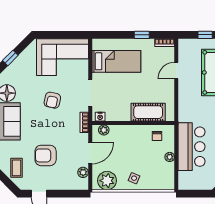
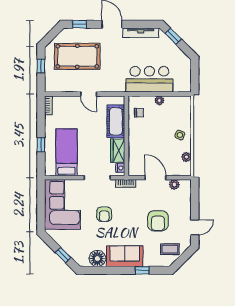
window: (142, 35) -> (41, 145), moved
door: (176, 71) -> (89, 94), moved
armchair: (52, 100) -> (104, 214), turned 78
wardrobe: (118, 114) -> (118, 151), added
plant: (104, 130) -> (133, 164), removed
plant: (107, 181) -> (186, 157), width x0.53, depth x0.53

